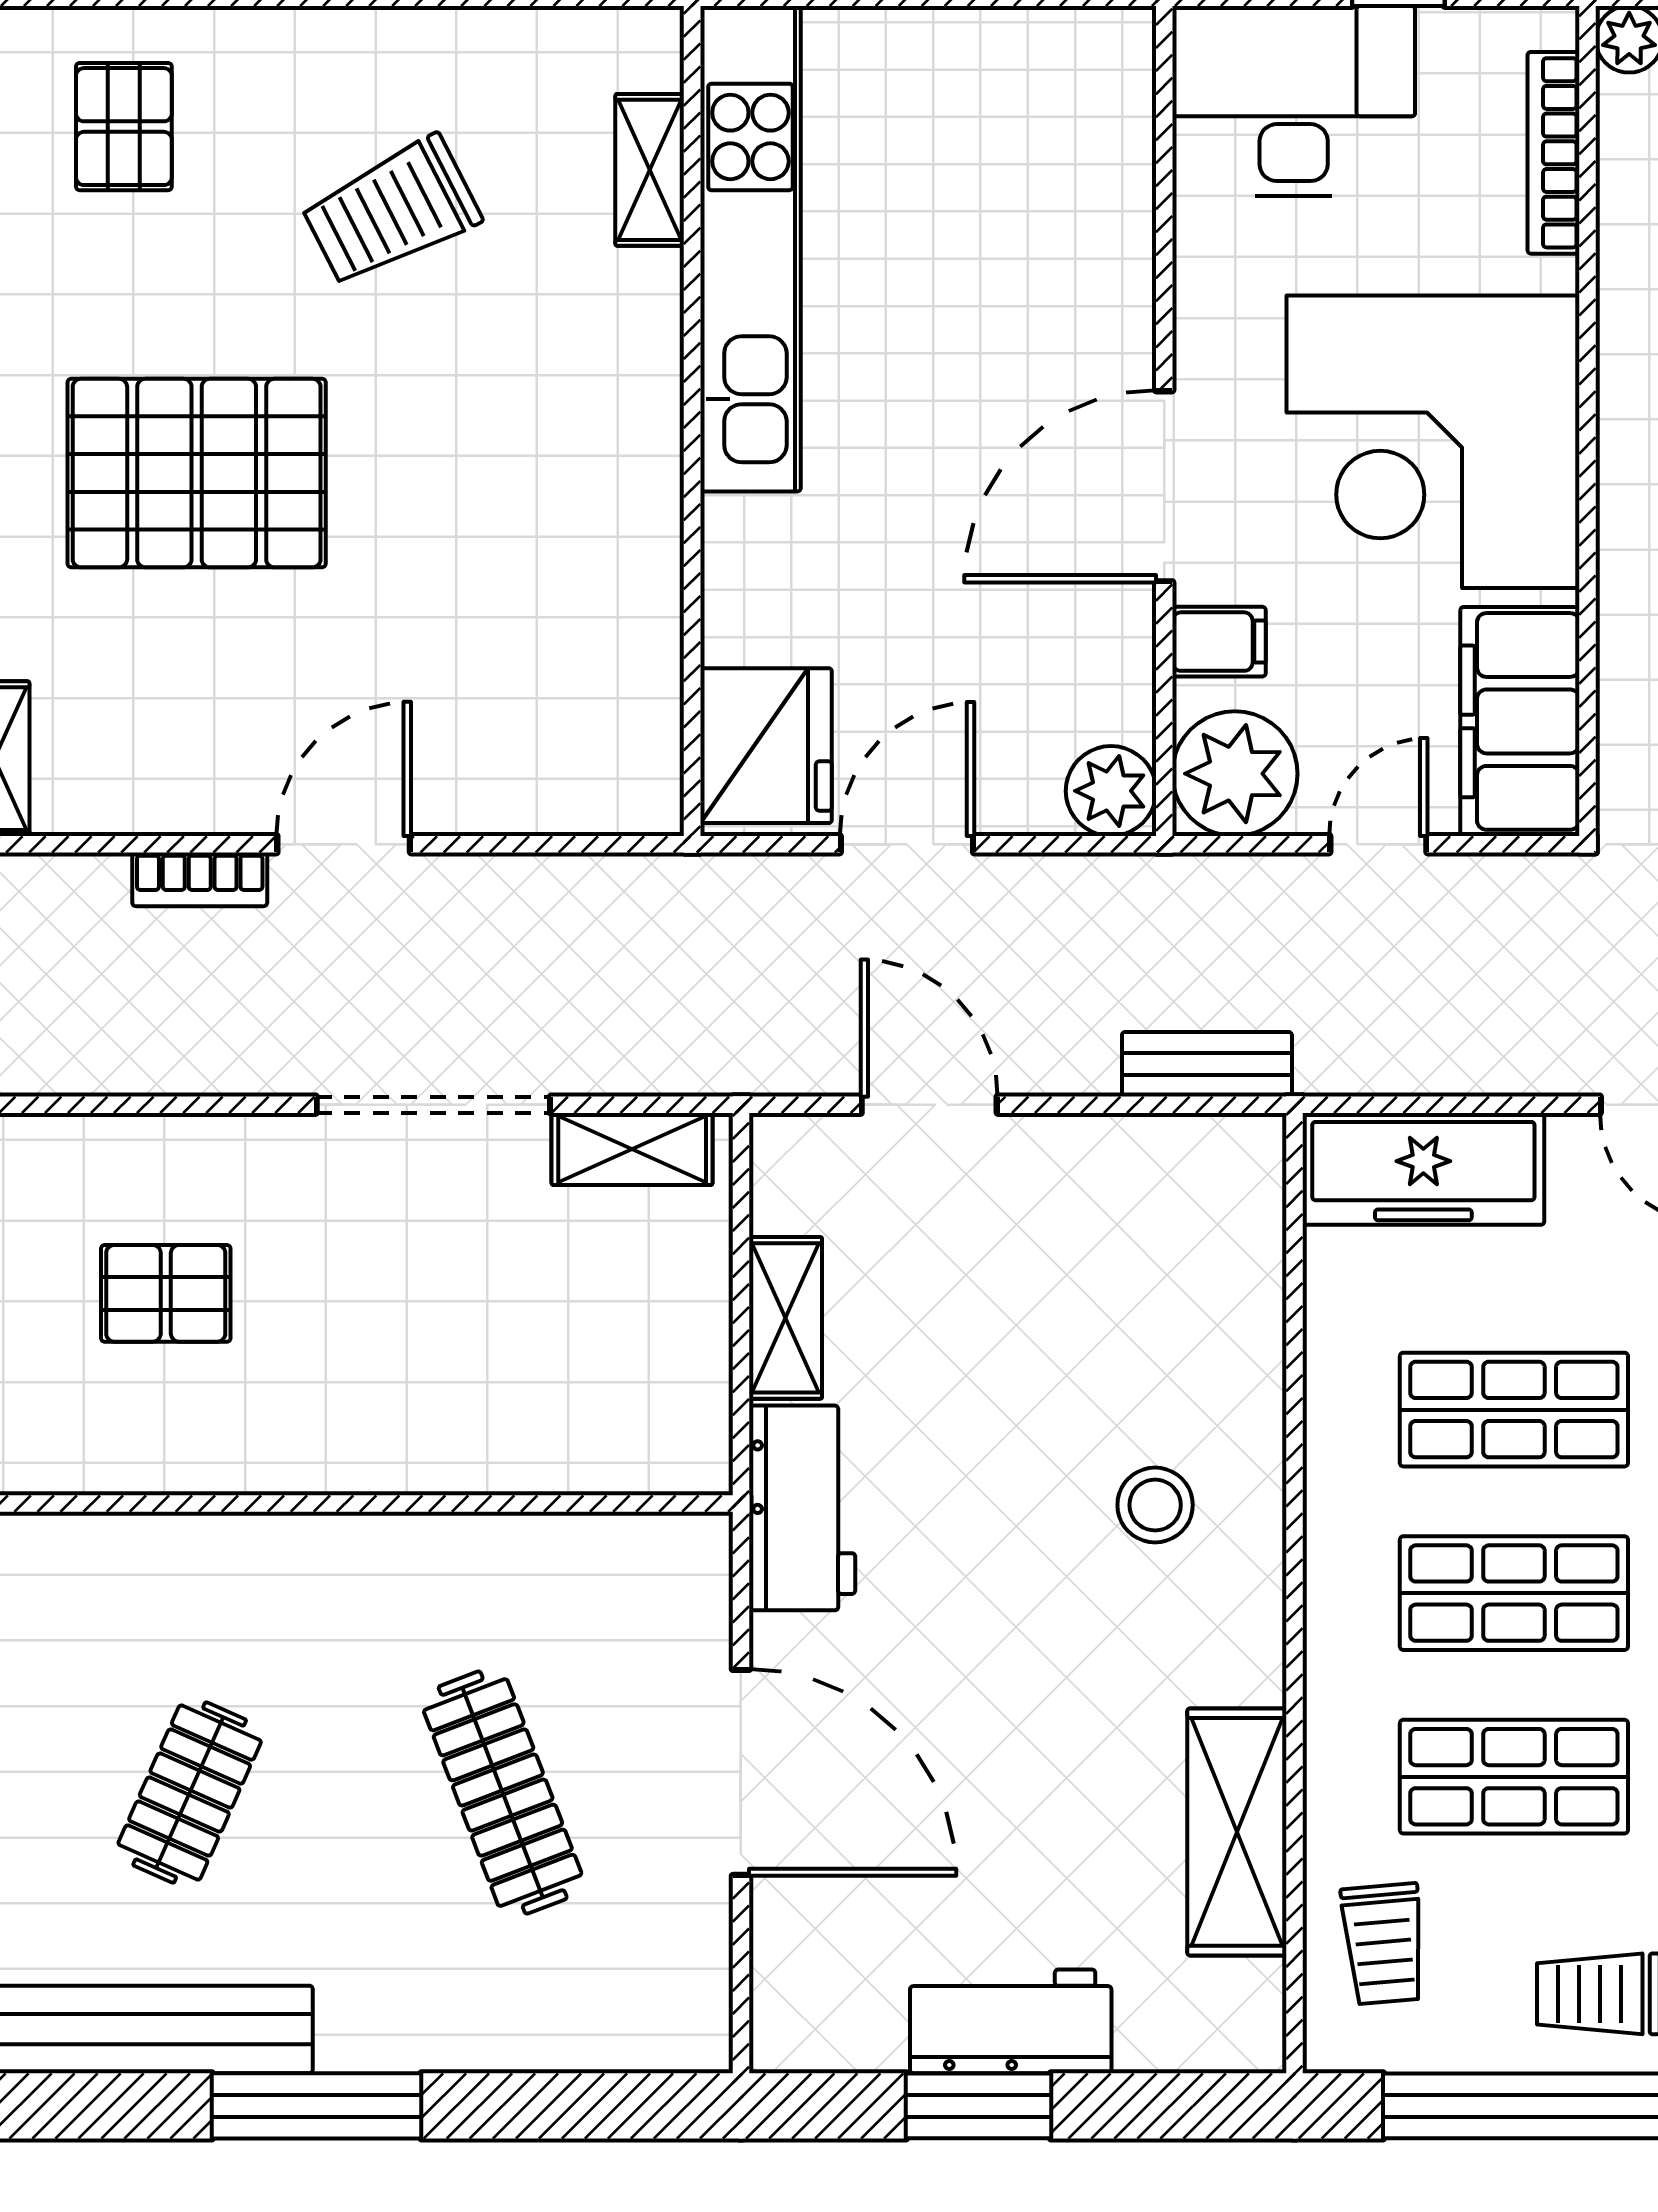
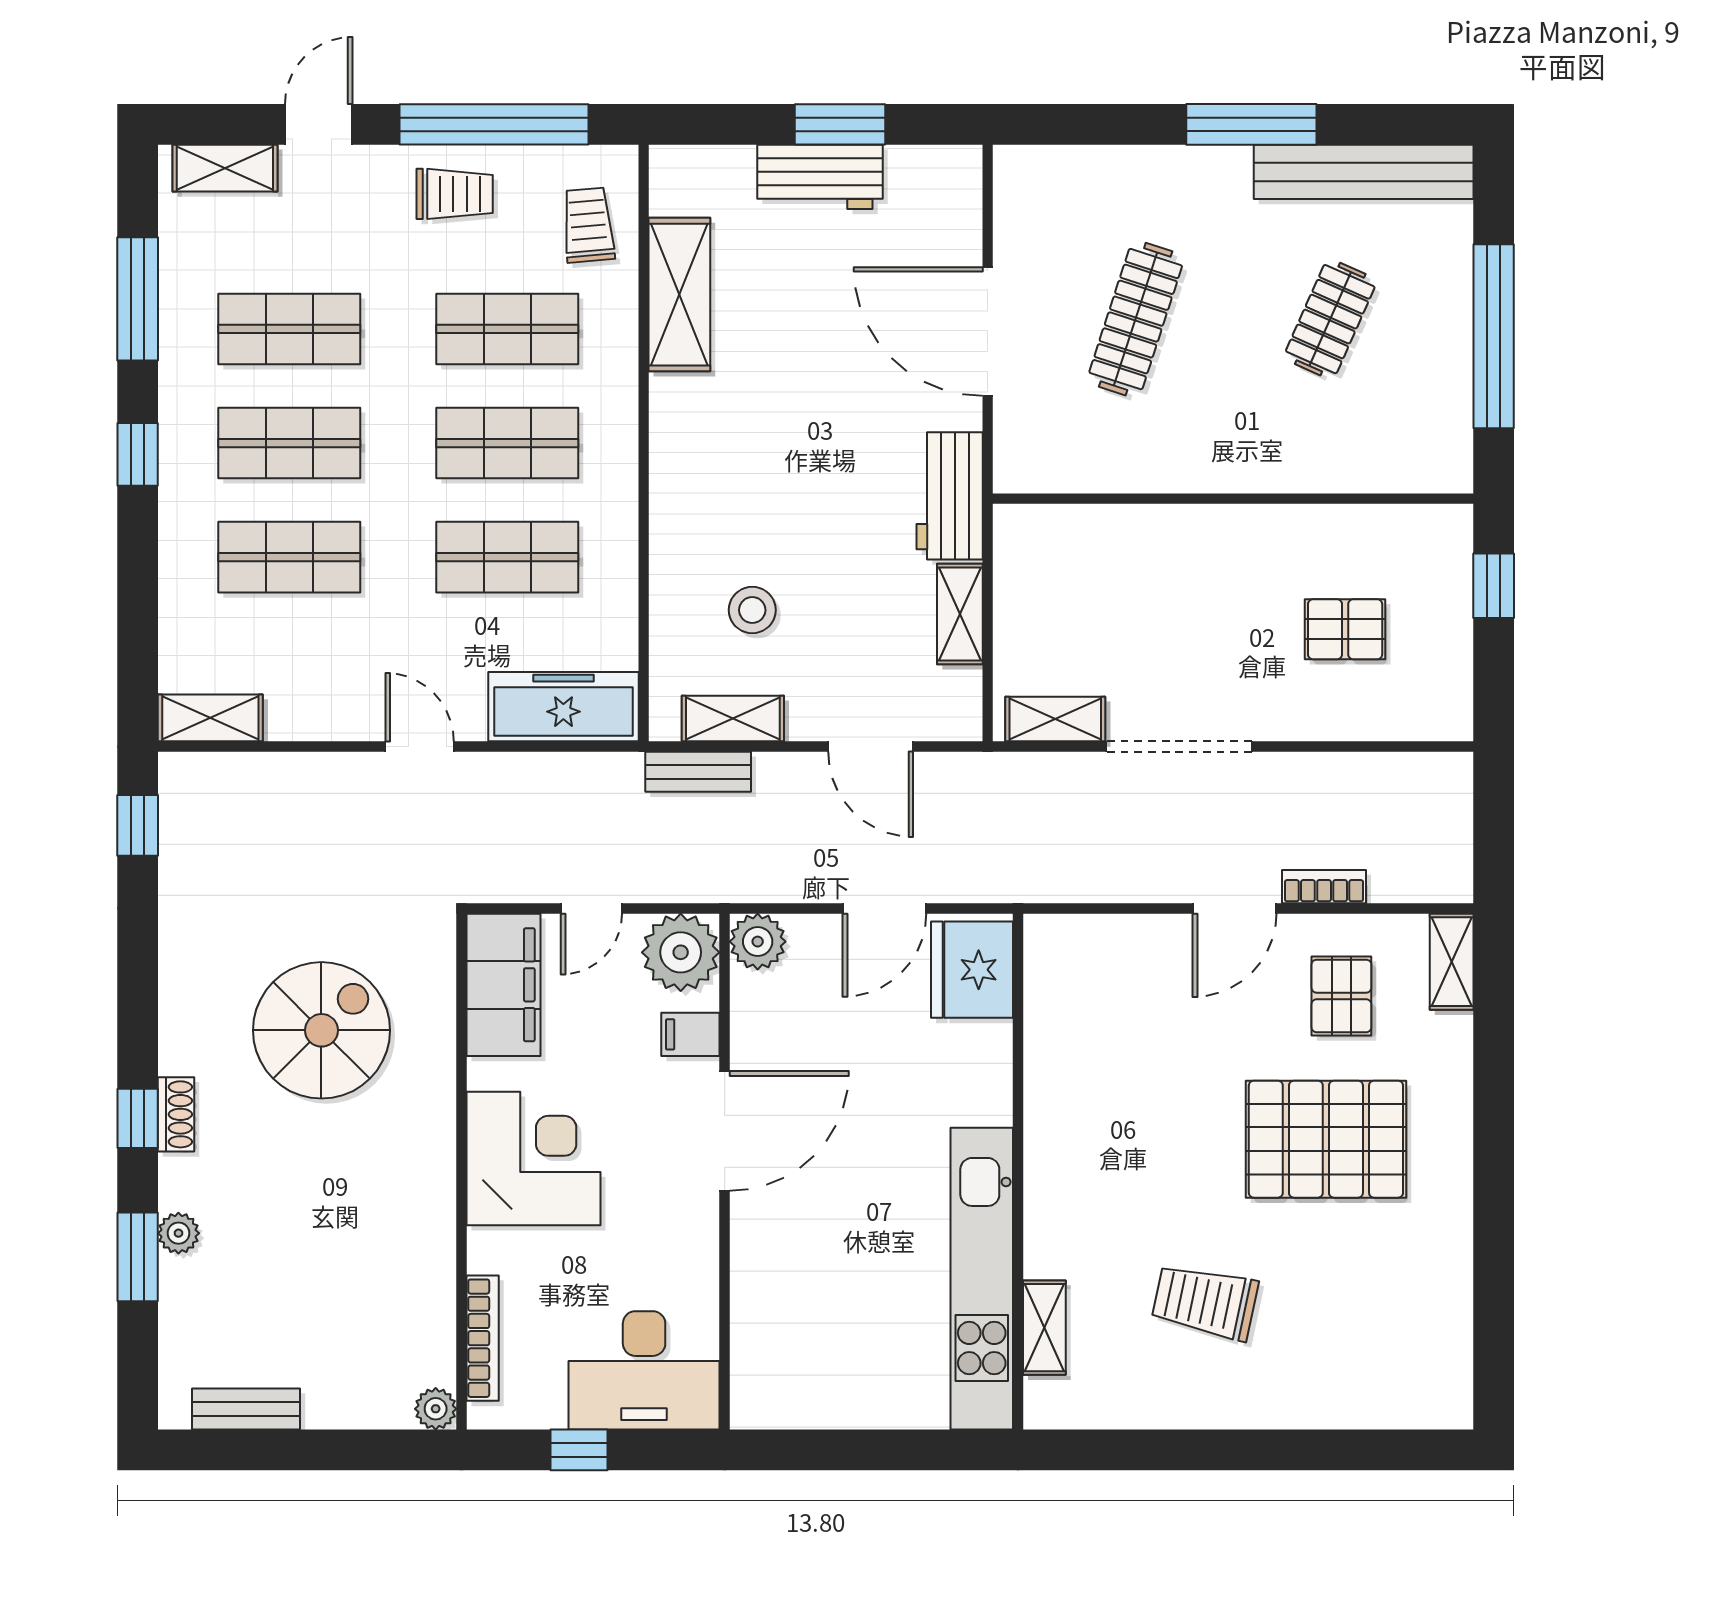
pallet: (124, 127) -> (1341, 996), moved
trolley: (391, 211) -> (1205, 1302), turned -141
corner desk: (1433, 442) -> (533, 1159), width x0.74, depth x0.74
shelving: (1151, 1150) -> (733, 719), added
stool: (1155, 1505) -> (752, 610), moved
clothes rail: (503, 1793) -> (1136, 319), turned 39

